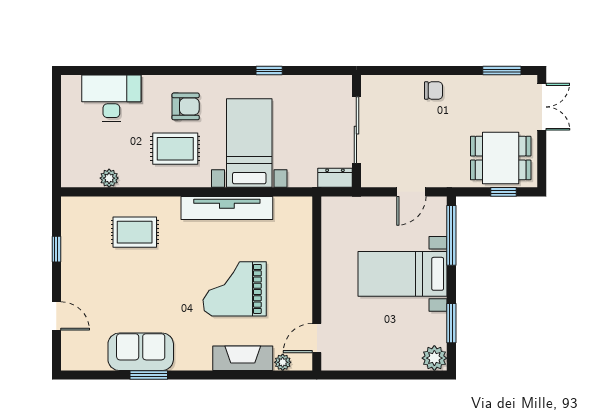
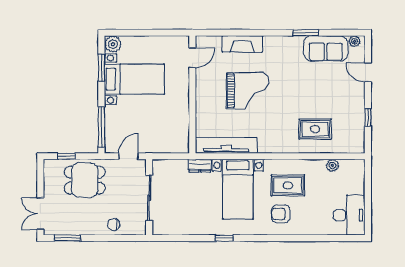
desk: (111, 98) -> (349, 215), moved, turned -90
sliding door: (356, 130) -> (149, 198), moved
wall: (356, 131) -> (149, 197), moved
dining table: (501, 158) -> (85, 180), moved
dresser: (335, 178) -> (200, 166), moved
tv unit: (227, 208) -> (226, 145), moved
bed with nightstands: (403, 274) -> (134, 79), moved
sofa: (141, 352) -> (326, 48), moved
plant: (283, 362) -> (355, 41), moved

